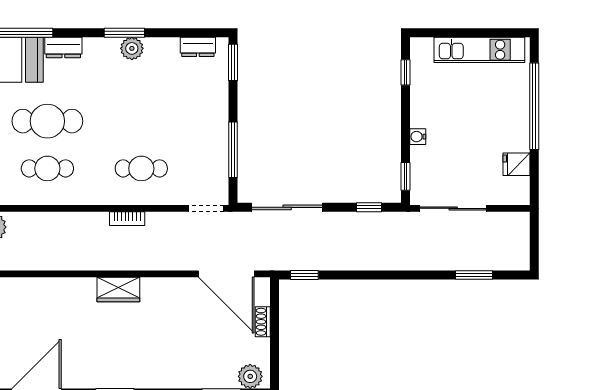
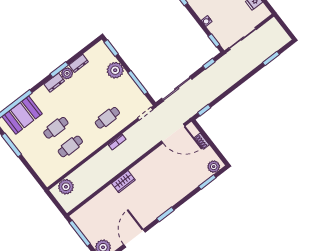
dresser: (63, 47) -> (54, 83), moved
dresser: (198, 47) -> (79, 63), moved
plant: (212, 102) -> (115, 70), added
cafe table: (47, 121) -> (56, 128), width x0.73, depth x0.74
wardrobe: (118, 289) -> (123, 182), moved

